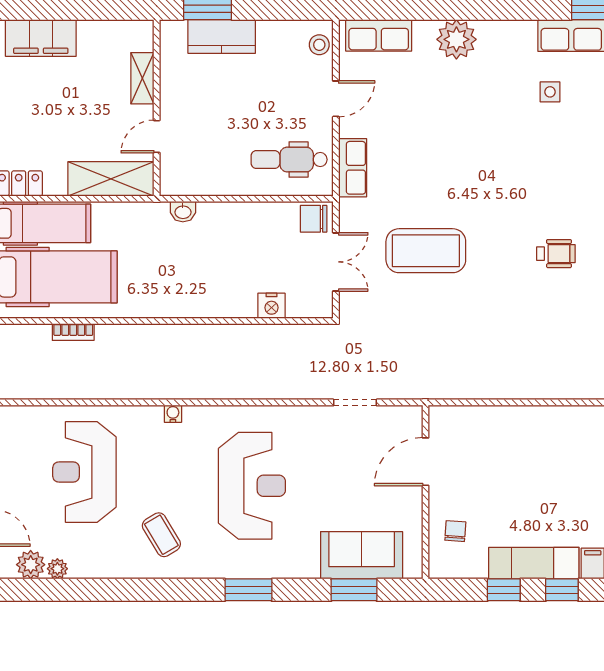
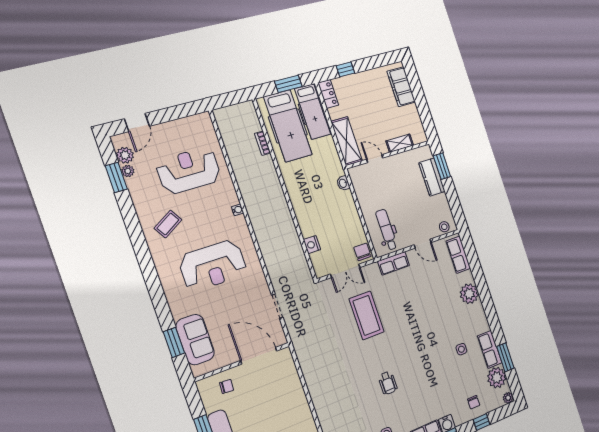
door: (426, 462) -> (259, 356), width x1.36
window: (248, 590) -> (116, 177), moved

